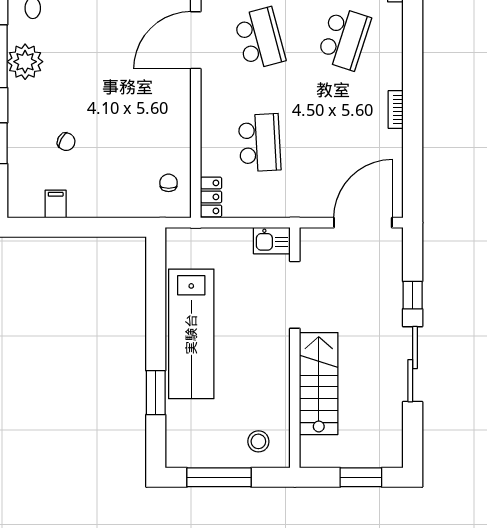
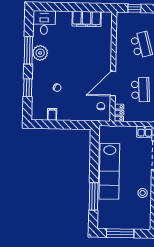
door: (196, 40) -> (113, 84), moved
window: (156, 393) -> (94, 196), width x1.44
stool: (258, 441) -> (143, 193), moved

